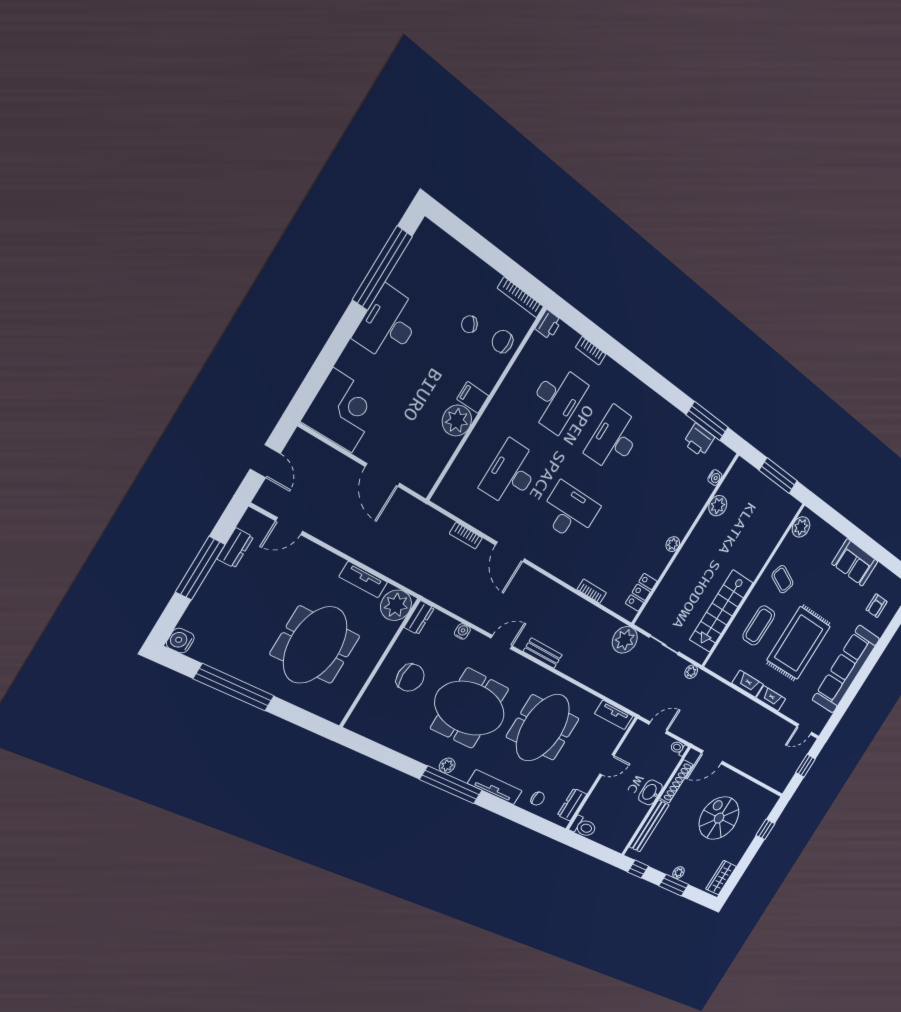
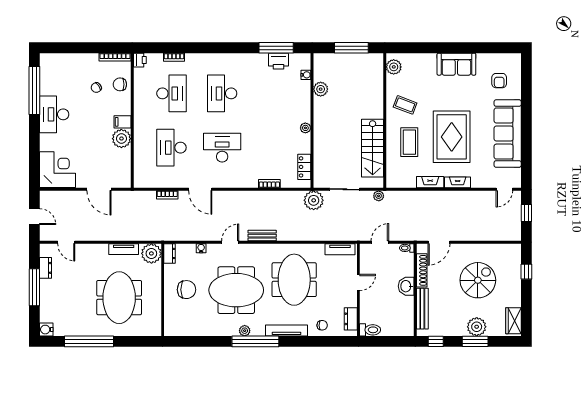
door: (289, 526) -> (66, 242), hinge flipped
spiral stairs: (719, 818) -> (478, 280), turned 90
plant: (678, 873) -> (477, 327), width x1.88, depth x1.88

